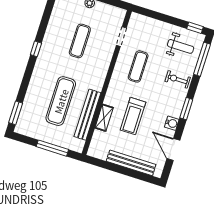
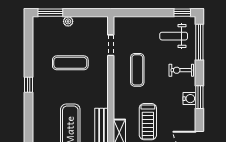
exercise mat: (80, 41) -> (70, 63), turned 90
weight bench: (181, 46) -> (174, 36), turned 180
water cooler: (172, 123) -> (189, 99), moved

